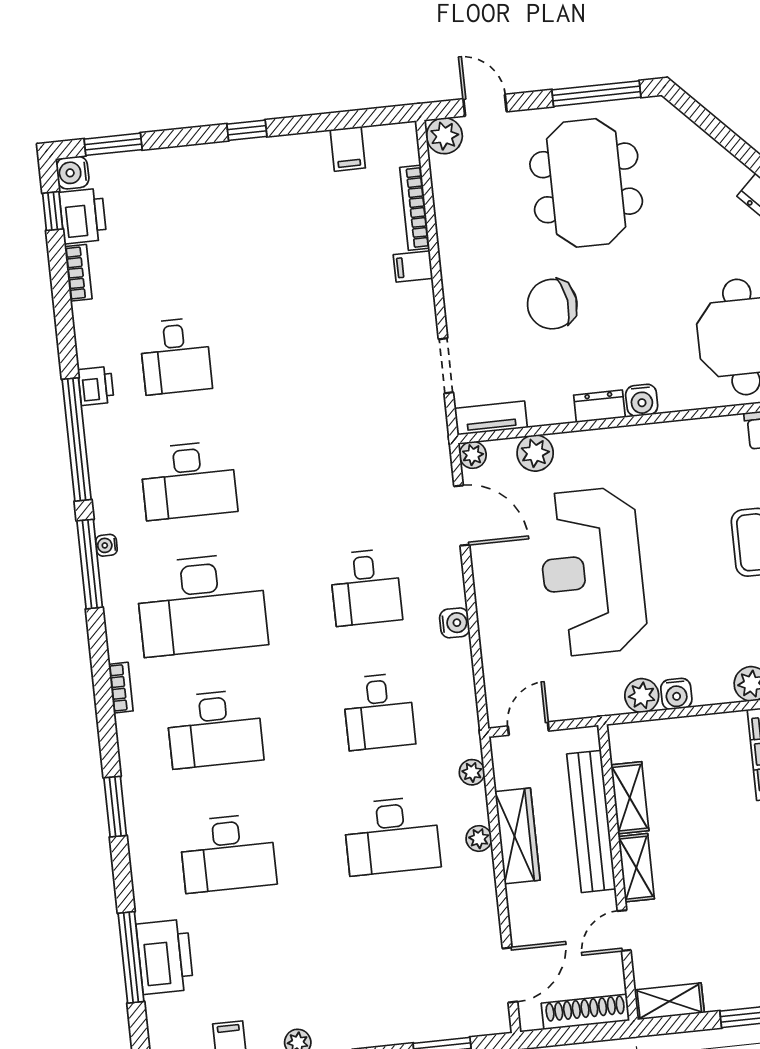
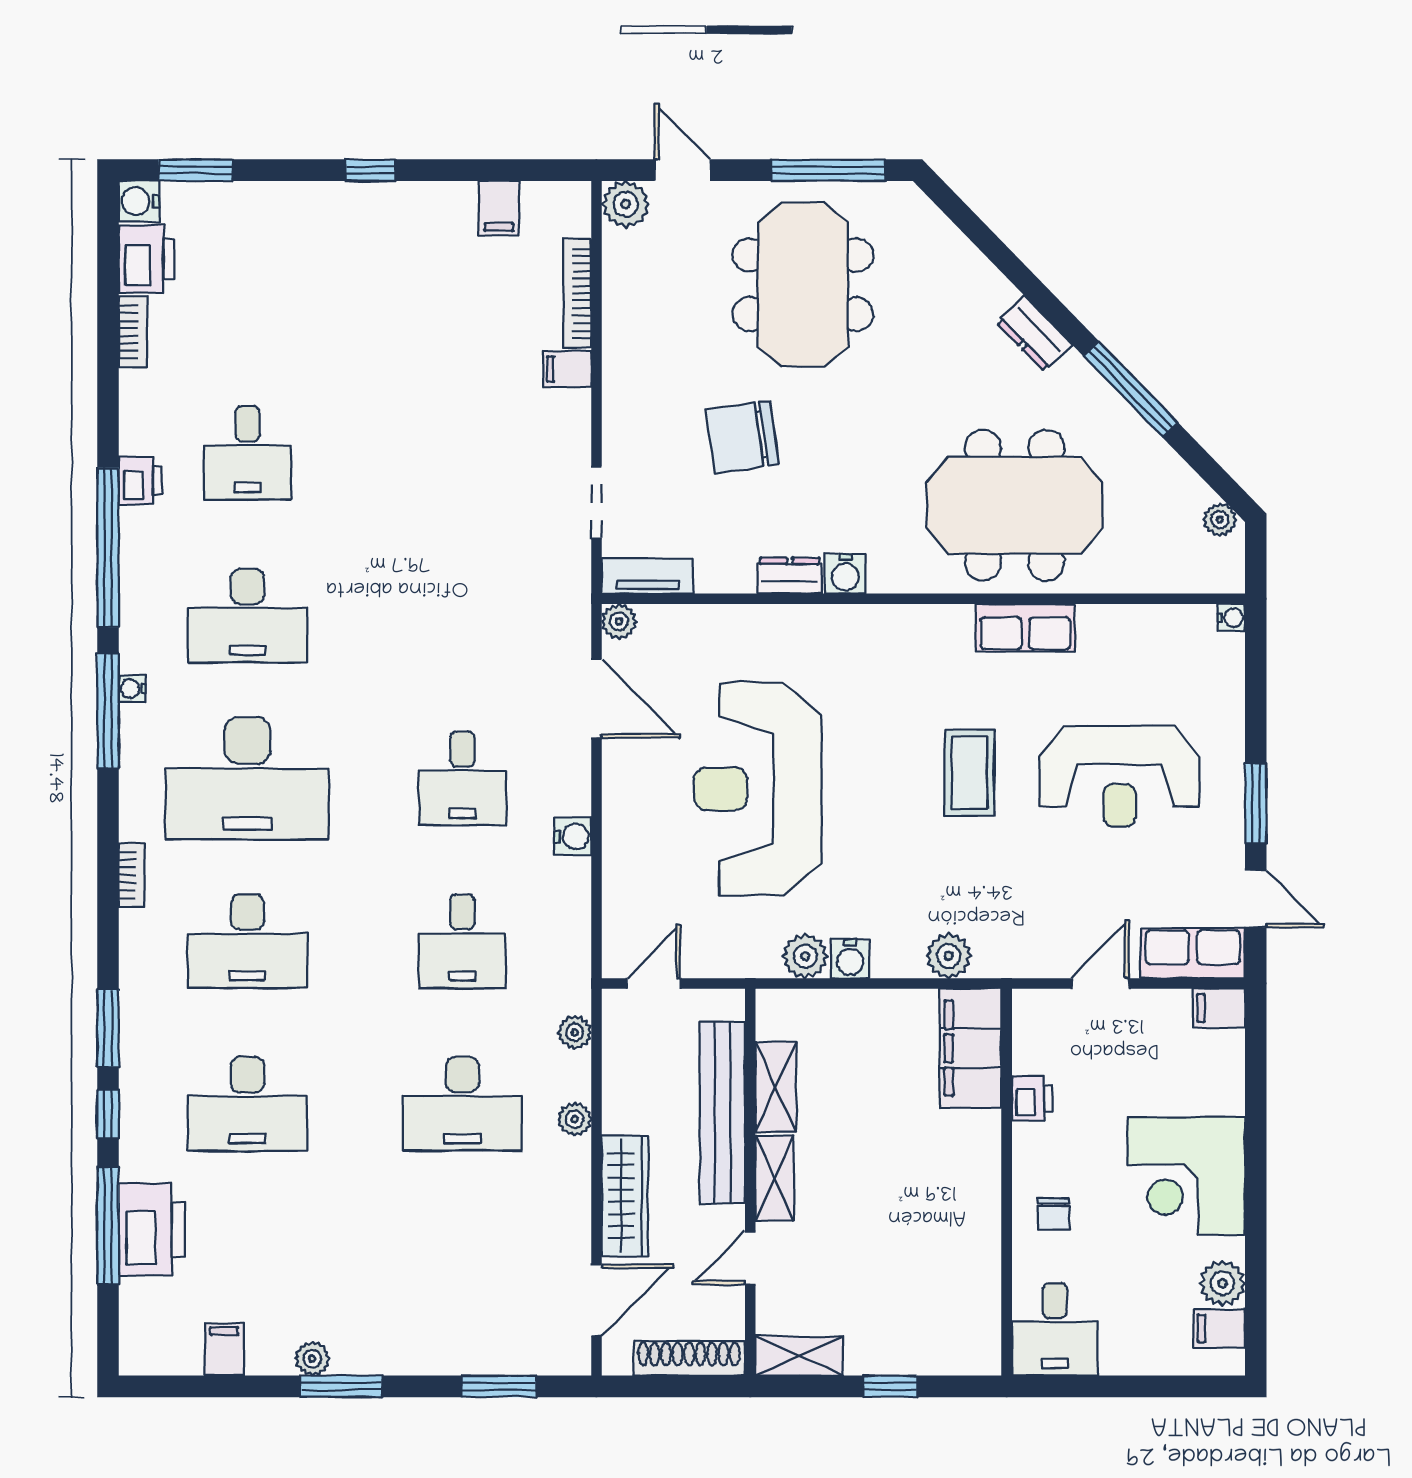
window: (53, 211) -> (108, 1114), moved
plant: (535, 453) -> (700, 627), removed
wardrobe: (517, 836) -> (625, 1196), moved

